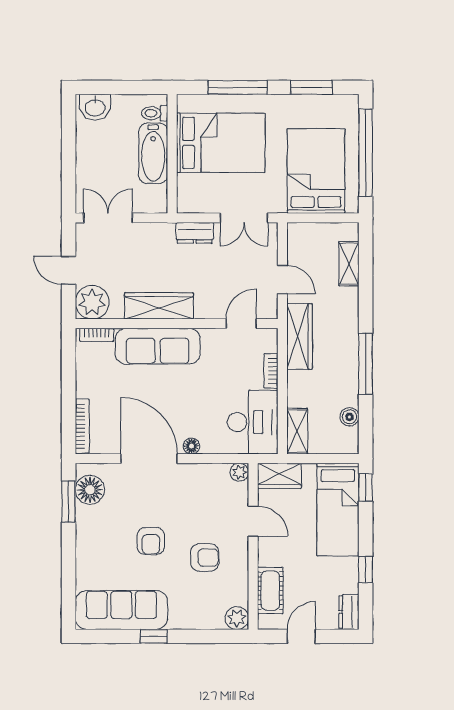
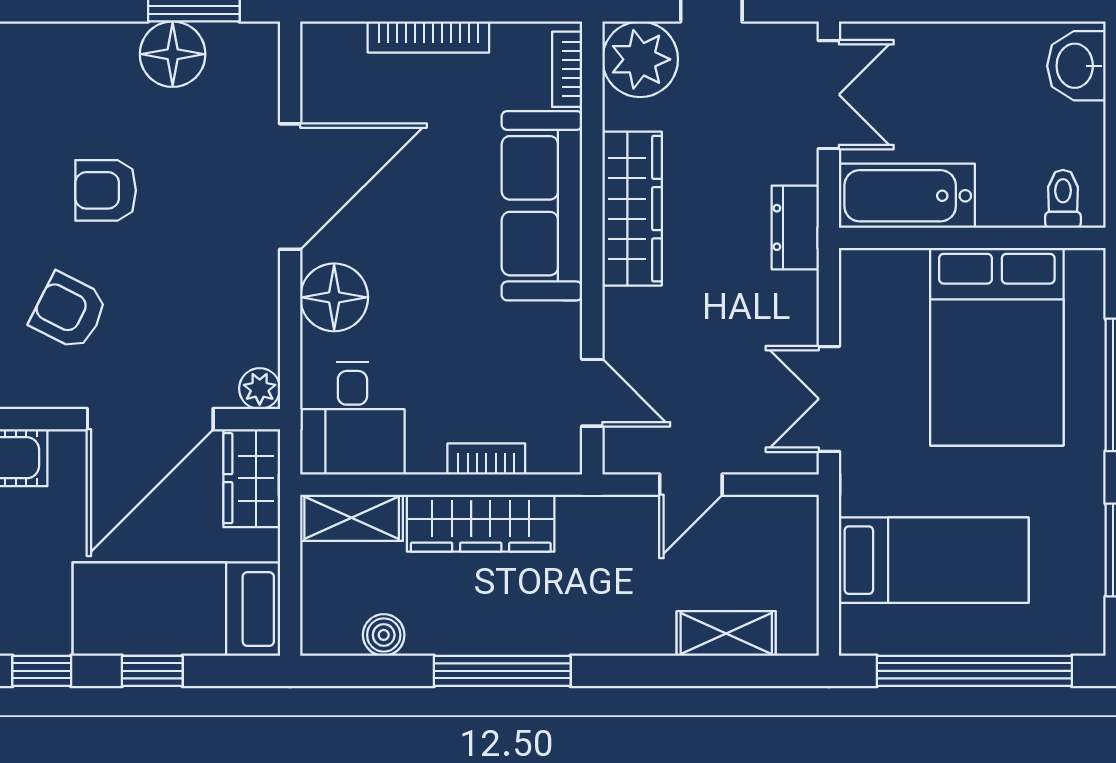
bathtub: (153, 153) -> (907, 196), moved
bed: (316, 171) -> (934, 560), width x0.67
dresser: (195, 233) -> (795, 227), moved
wardrobe: (300, 336) -> (481, 523), moved
desk: (253, 422) -> (352, 418), width x0.73
bookcase: (82, 426) -> (428, 37), moved
floor lamp: (191, 446) -> (334, 297), width x1.89, depth x1.89
window: (366, 487) -> (152, 671), moved
floor lamp: (90, 490) -> (173, 54), moved
door: (253, 521) -> (150, 419), width x1.87
armchair: (205, 558) -> (69, 311), turned 117

